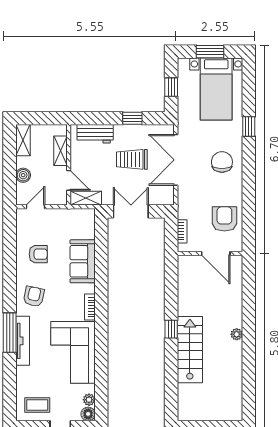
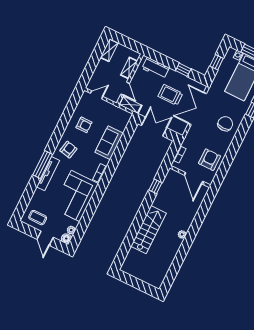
boiler: (23, 175) -> (99, 72), removed
window: (171, 329) -> (155, 186), moved

